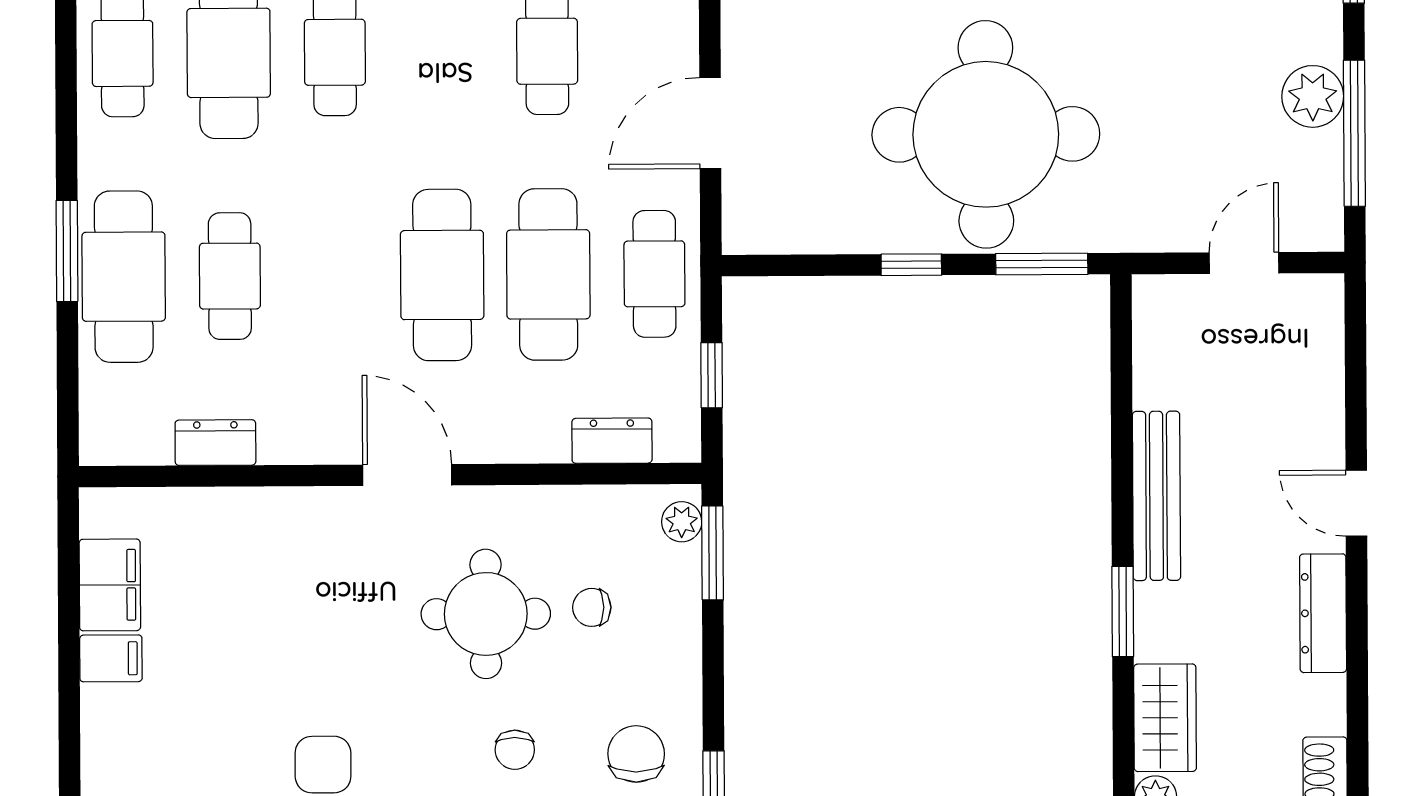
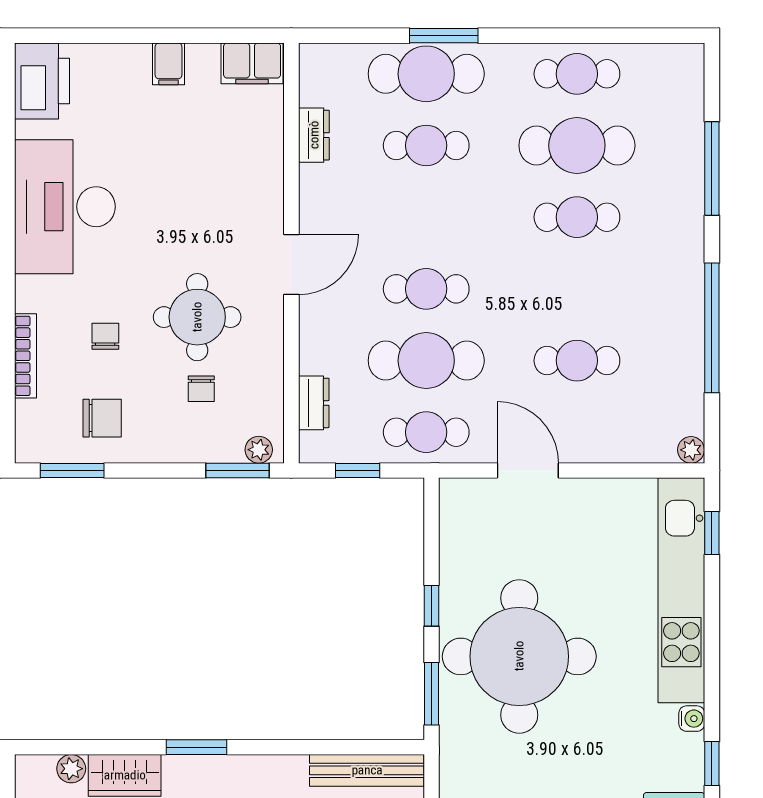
cafe table: (442, 275) -> (426, 289), width x0.73, depth x0.74
bench: (1156, 496) -> (367, 770), moved
filing cabinet: (110, 585) -> (252, 63), moved
chair: (592, 607) -> (201, 389), turned 180
chair: (515, 750) -> (105, 336), turned 90

